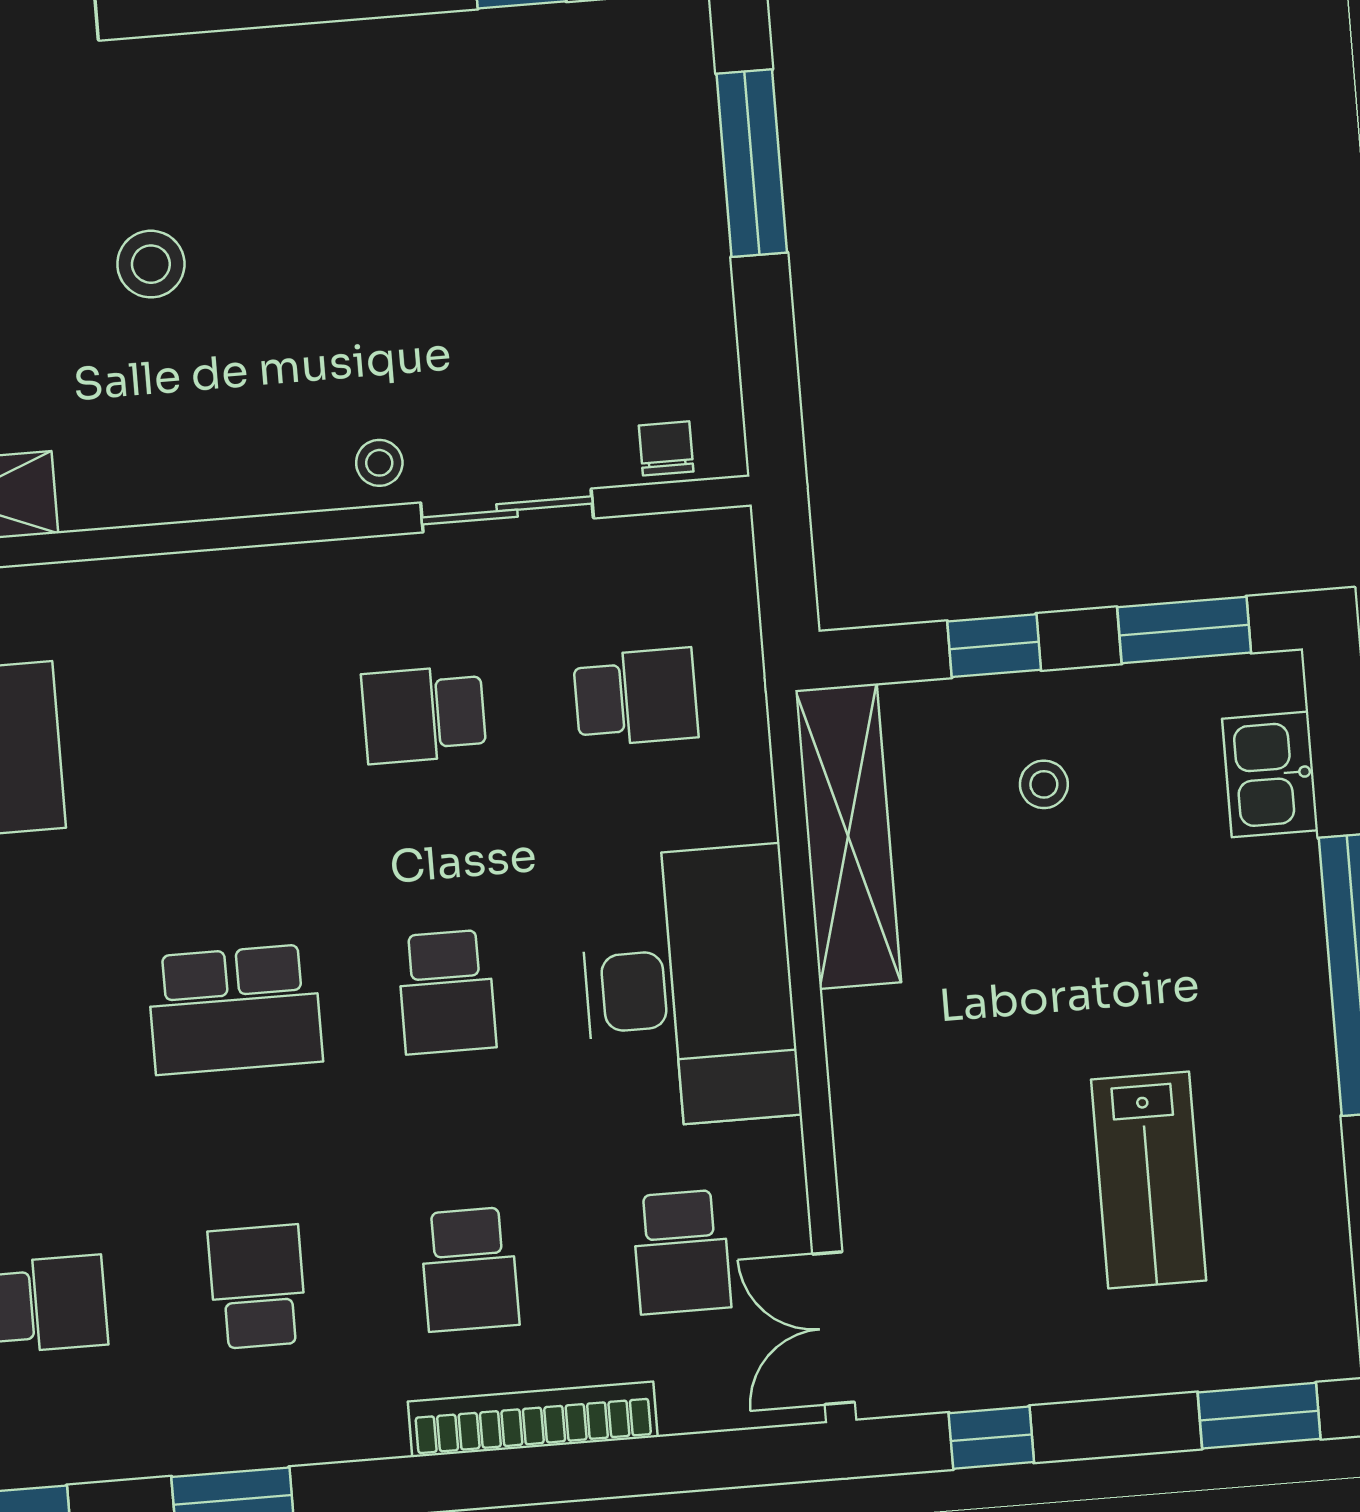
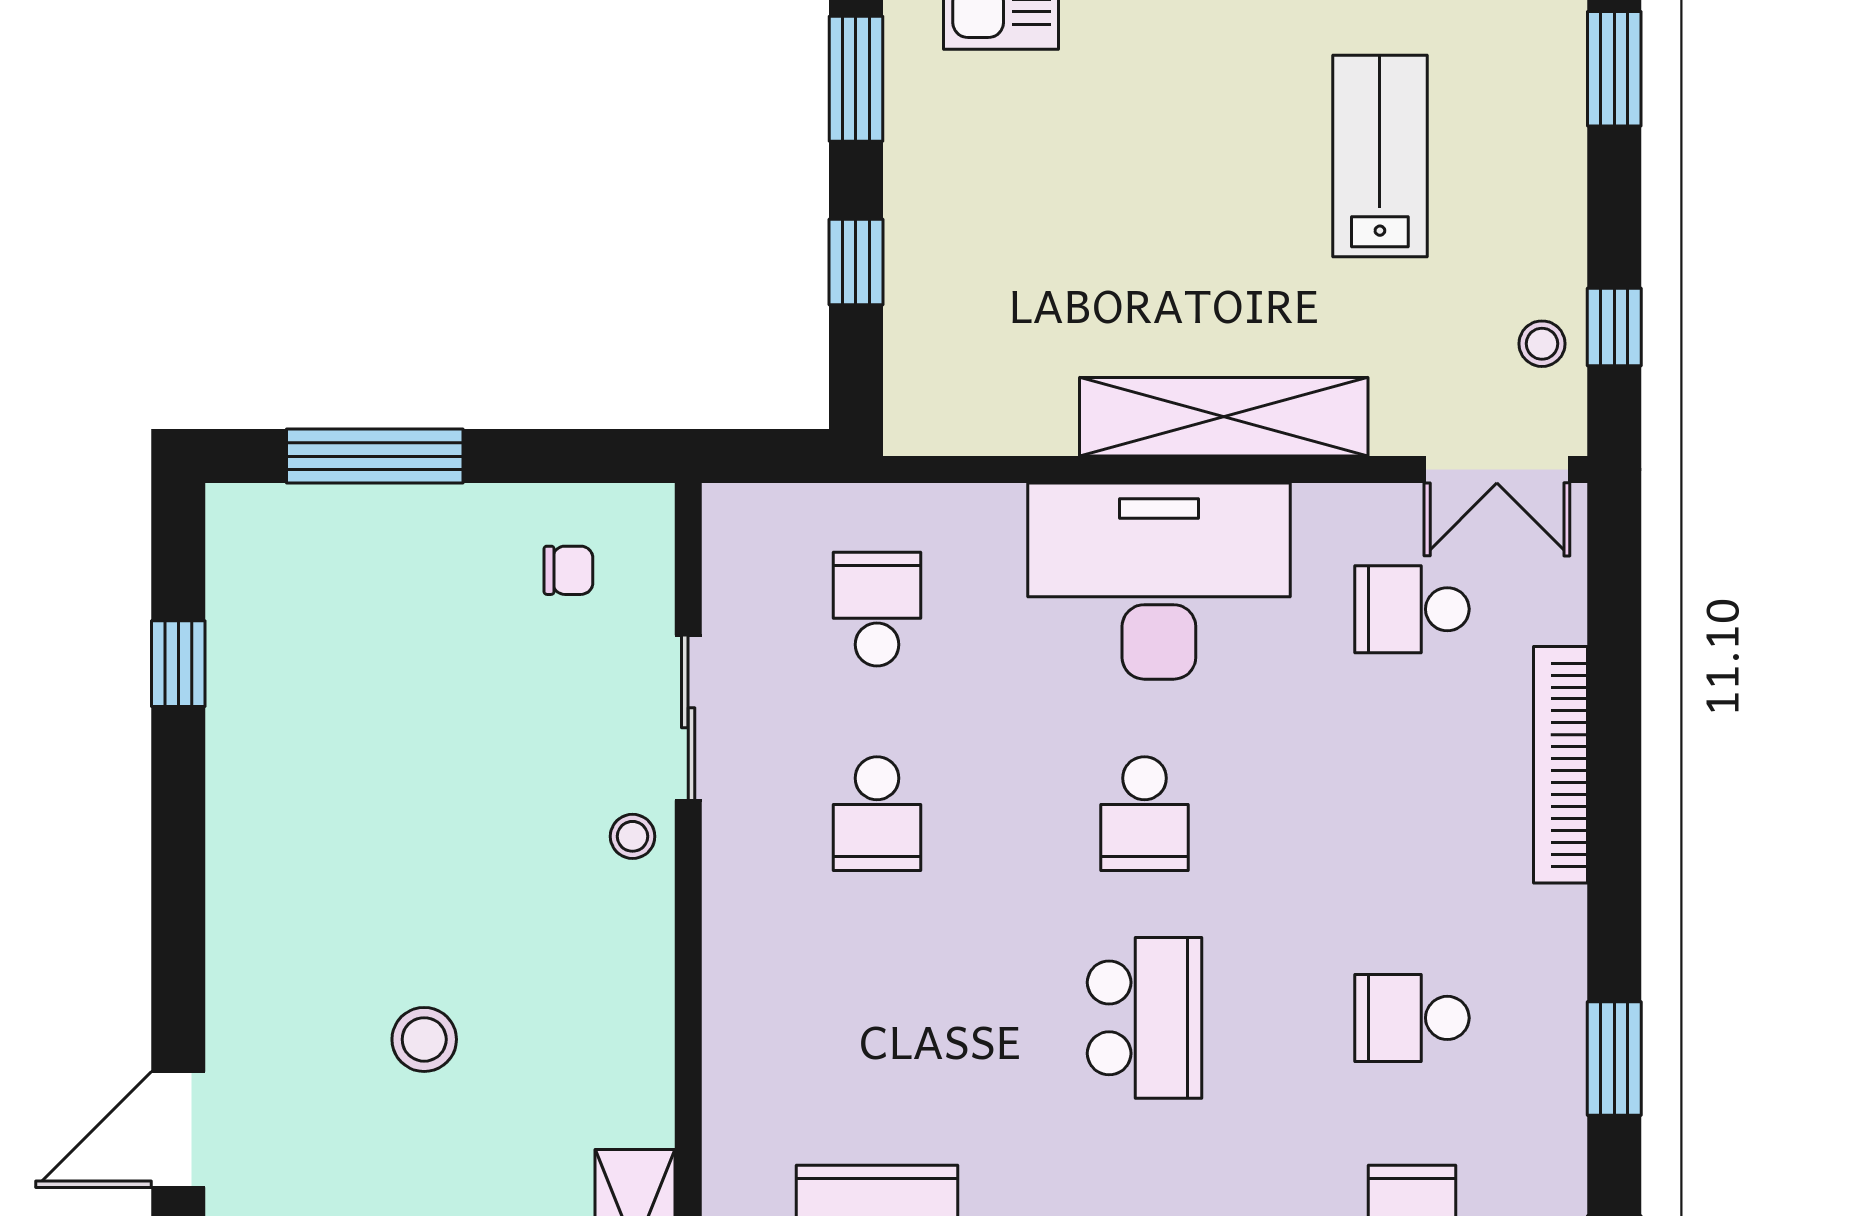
chair: (666, 448) -> (568, 570), moved, turned 180
stool: (1044, 784) -> (1542, 344), moved
shelving: (848, 836) -> (1224, 417), moved
school desk: (447, 992) -> (1144, 814), turned 90
lab bench: (1149, 1180) -> (1380, 156), turned -90
school desk: (681, 1252) -> (1412, 609), turned 180
school desk: (469, 1269) -> (1412, 814), removed

